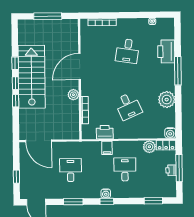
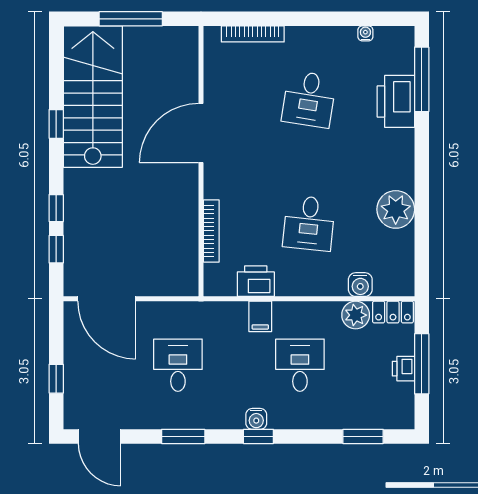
window: (178, 71) -> (422, 79), moved
stairs: (32, 77) -> (93, 97), moved
window: (15, 83) -> (56, 249), moved
plant: (73, 95) -> (186, 196), removed
desk: (128, 106) -> (309, 223), turned 30
water cooler: (170, 133) -> (360, 285), moved

